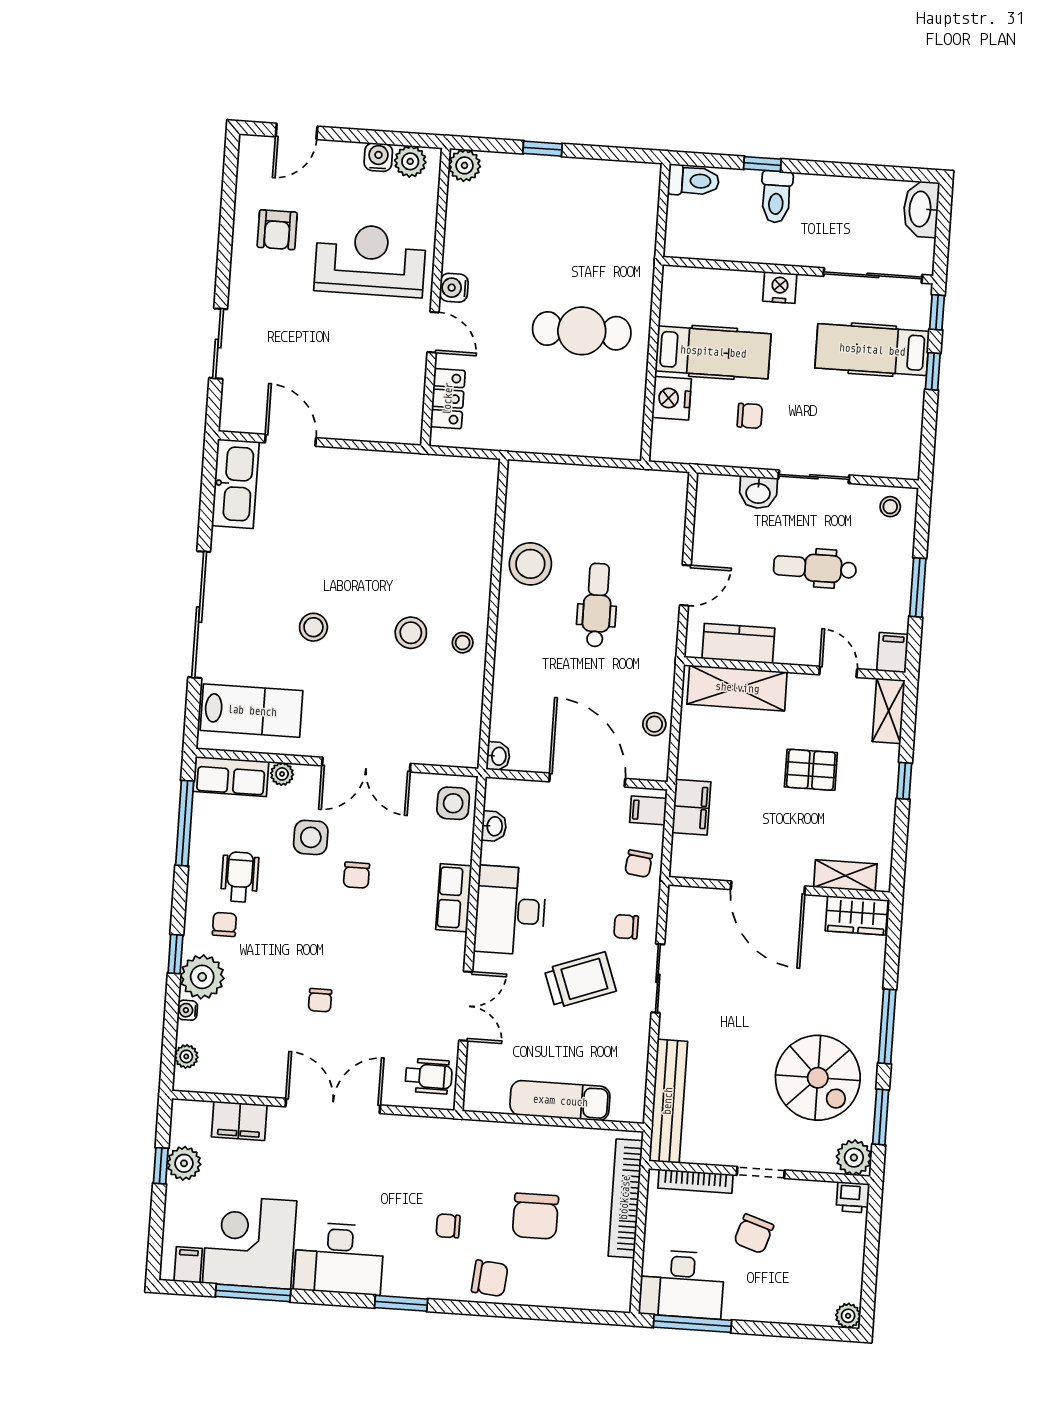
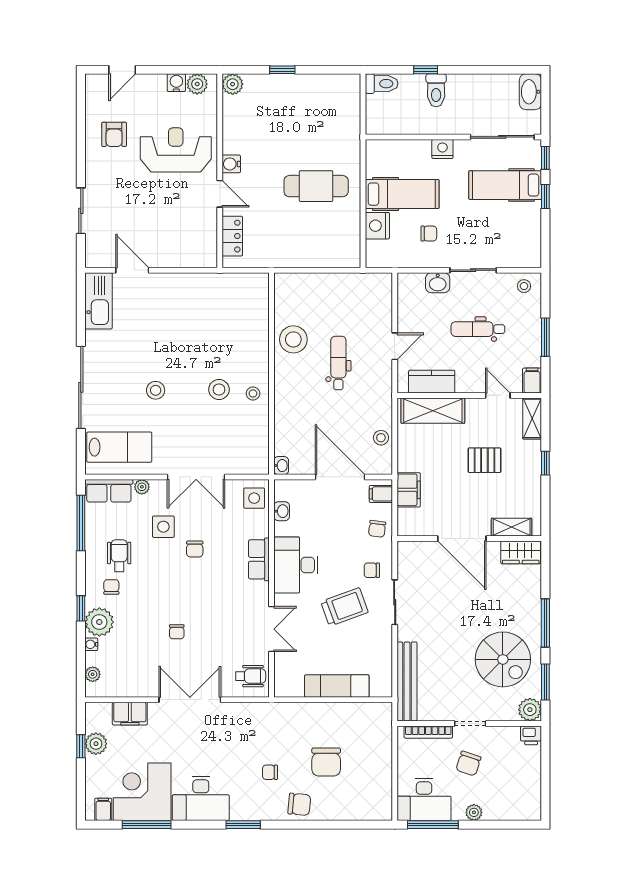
bookcase: (625, 1198) -> (384, 746), removed
plant: (848, 1316) -> (474, 812), moved

